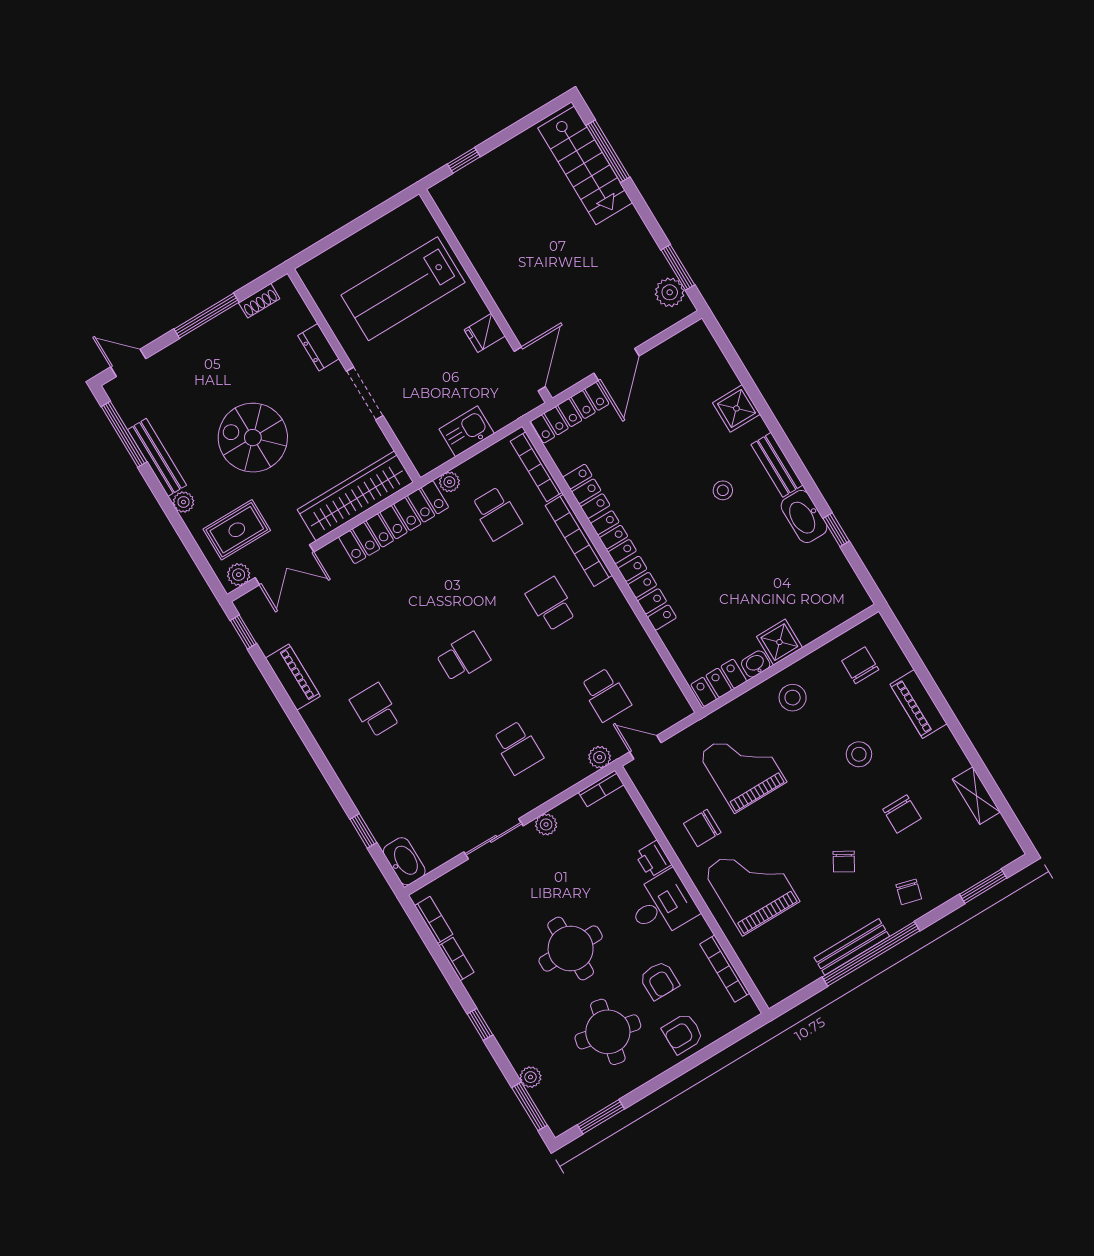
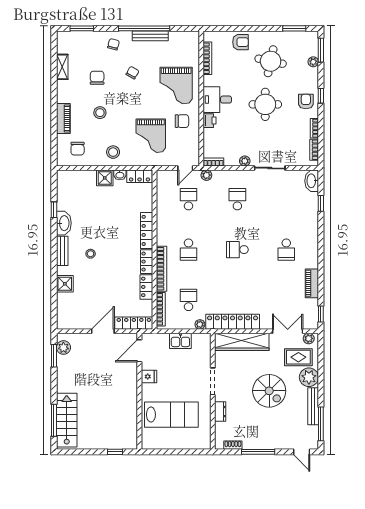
plant: (183, 502) -> (309, 377), width x1.87, depth x1.87
door: (645, 747) -> (185, 168), hinge flipped
armchair: (659, 980) -> (306, 101), moved

